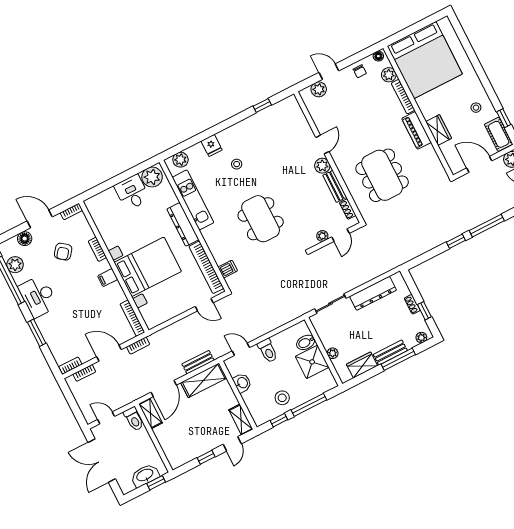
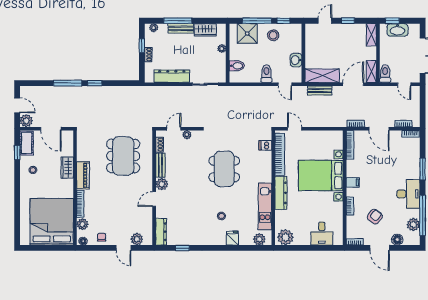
dresser: (296, 112) -> (161, 232), added
desk: (132, 192) -> (322, 234), moved
shower: (312, 362) -> (247, 33), moved
shelving: (241, 420) -> (371, 35), moved

